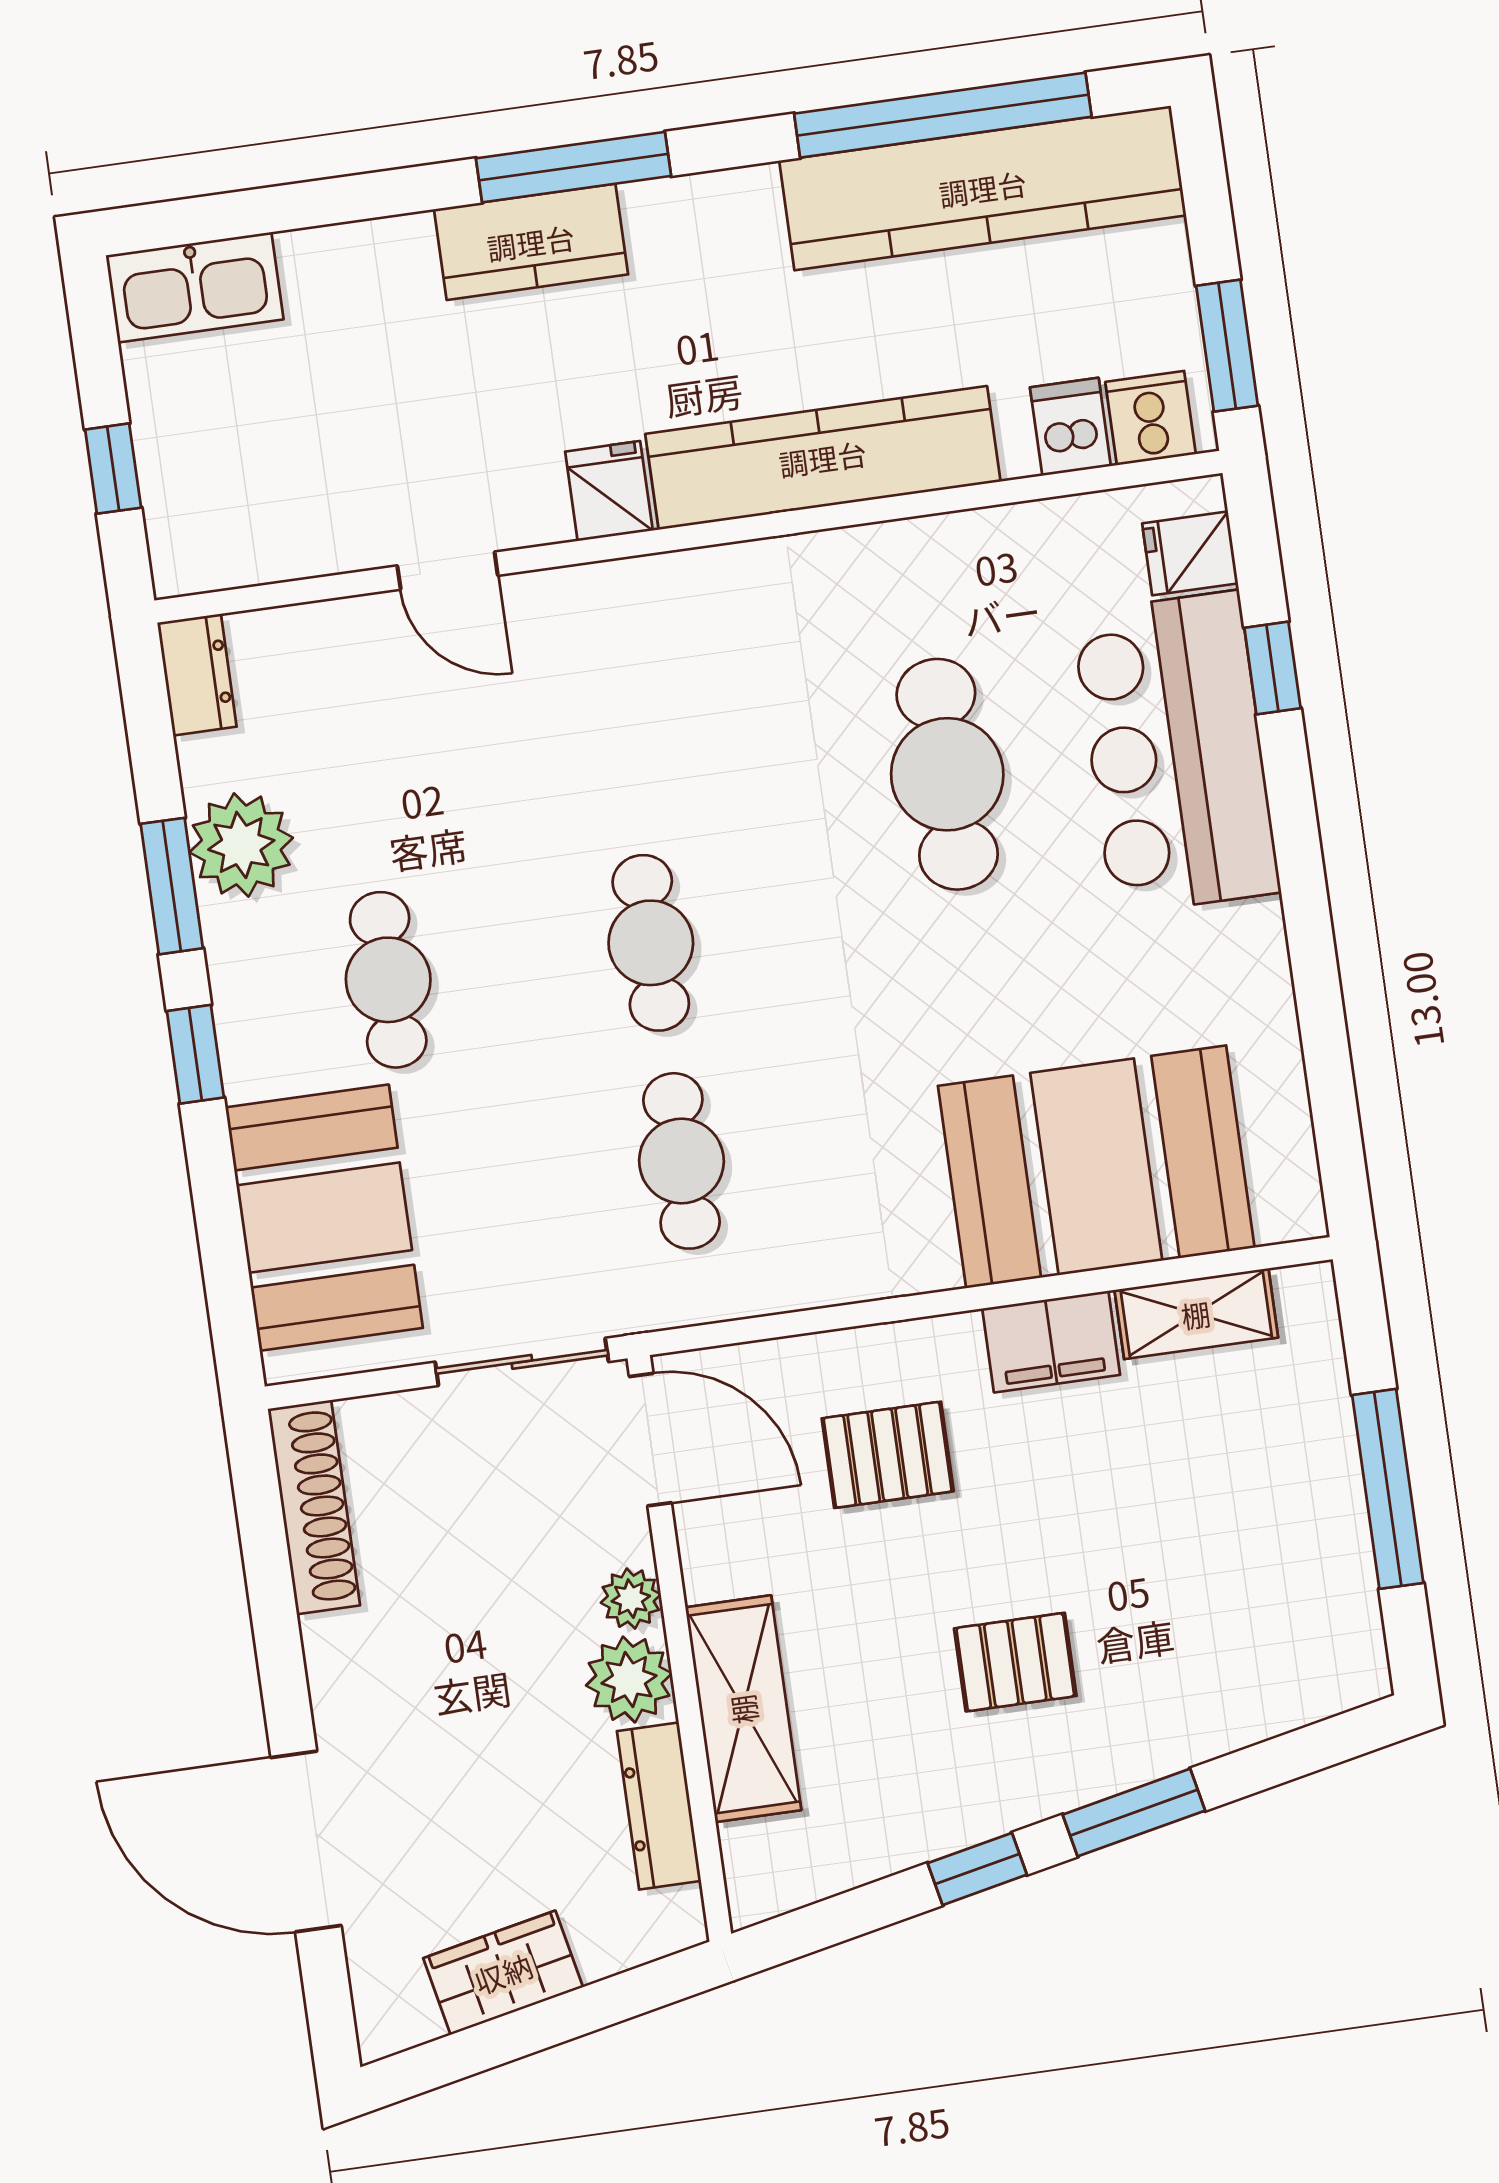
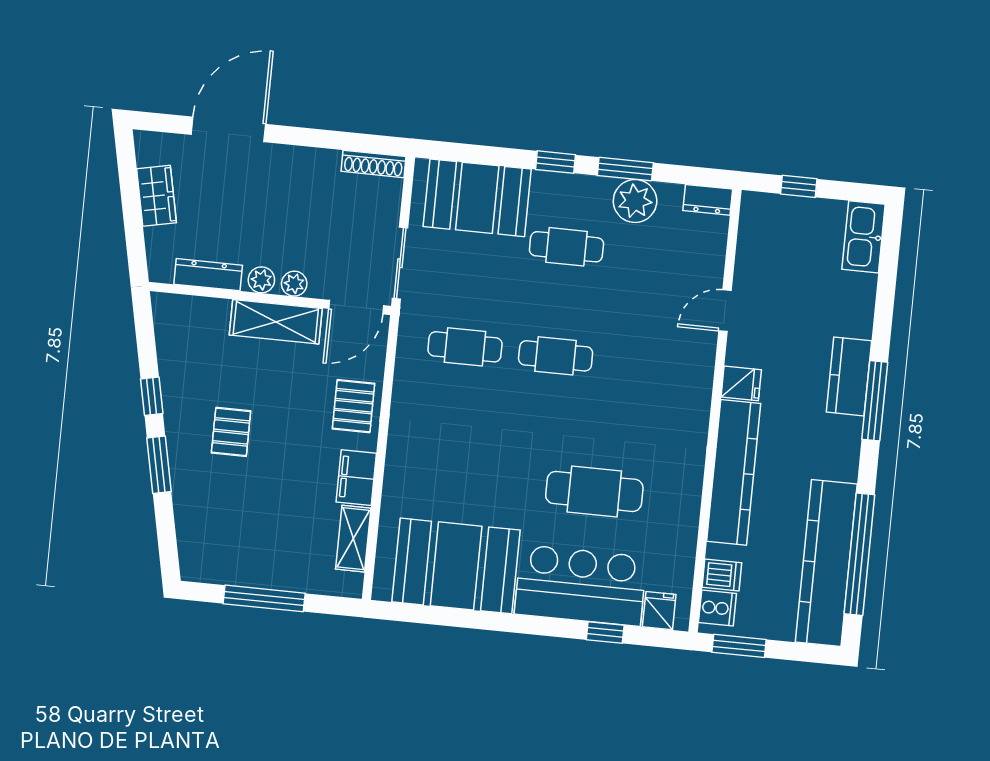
booth: (1096, 1167) -> (456, 566), moved, turned 90
pallet: (888, 1455) -> (354, 406), moved
shoe rack: (314, 1507) -> (374, 164), width x0.74, depth x0.81
plant: (629, 1679) -> (261, 280), width x0.73, depth x0.73
shelving: (743, 1709) -> (276, 322), moved

